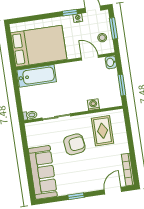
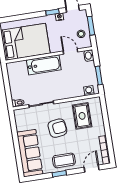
bathtub: (37, 76) -> (44, 65), moved
washing machine: (93, 105) -> (89, 91), moved
coffee table: (81, 181) -> (64, 160), added

